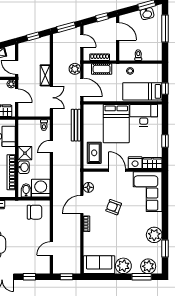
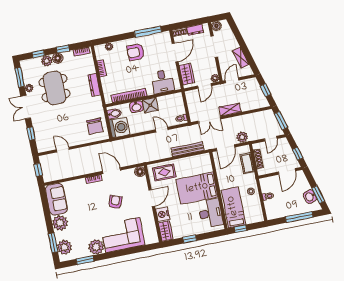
floor lamp: (88, 187) -> (140, 172), moved
corner sofa: (148, 192) -> (123, 235), moved

